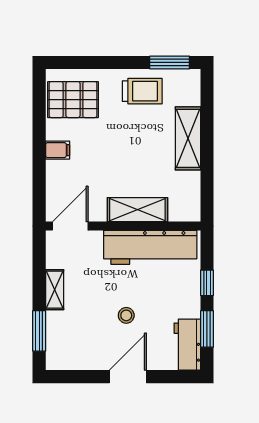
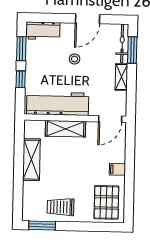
pallet: (73, 100) -> (106, 202), turned 90
shelving: (188, 138) -> (31, 160), moved
bicycle: (55, 340) -> (122, 44), added
workbench: (187, 345) -> (43, 31), moved, turned 90
door: (128, 377) -> (87, 19), moved

